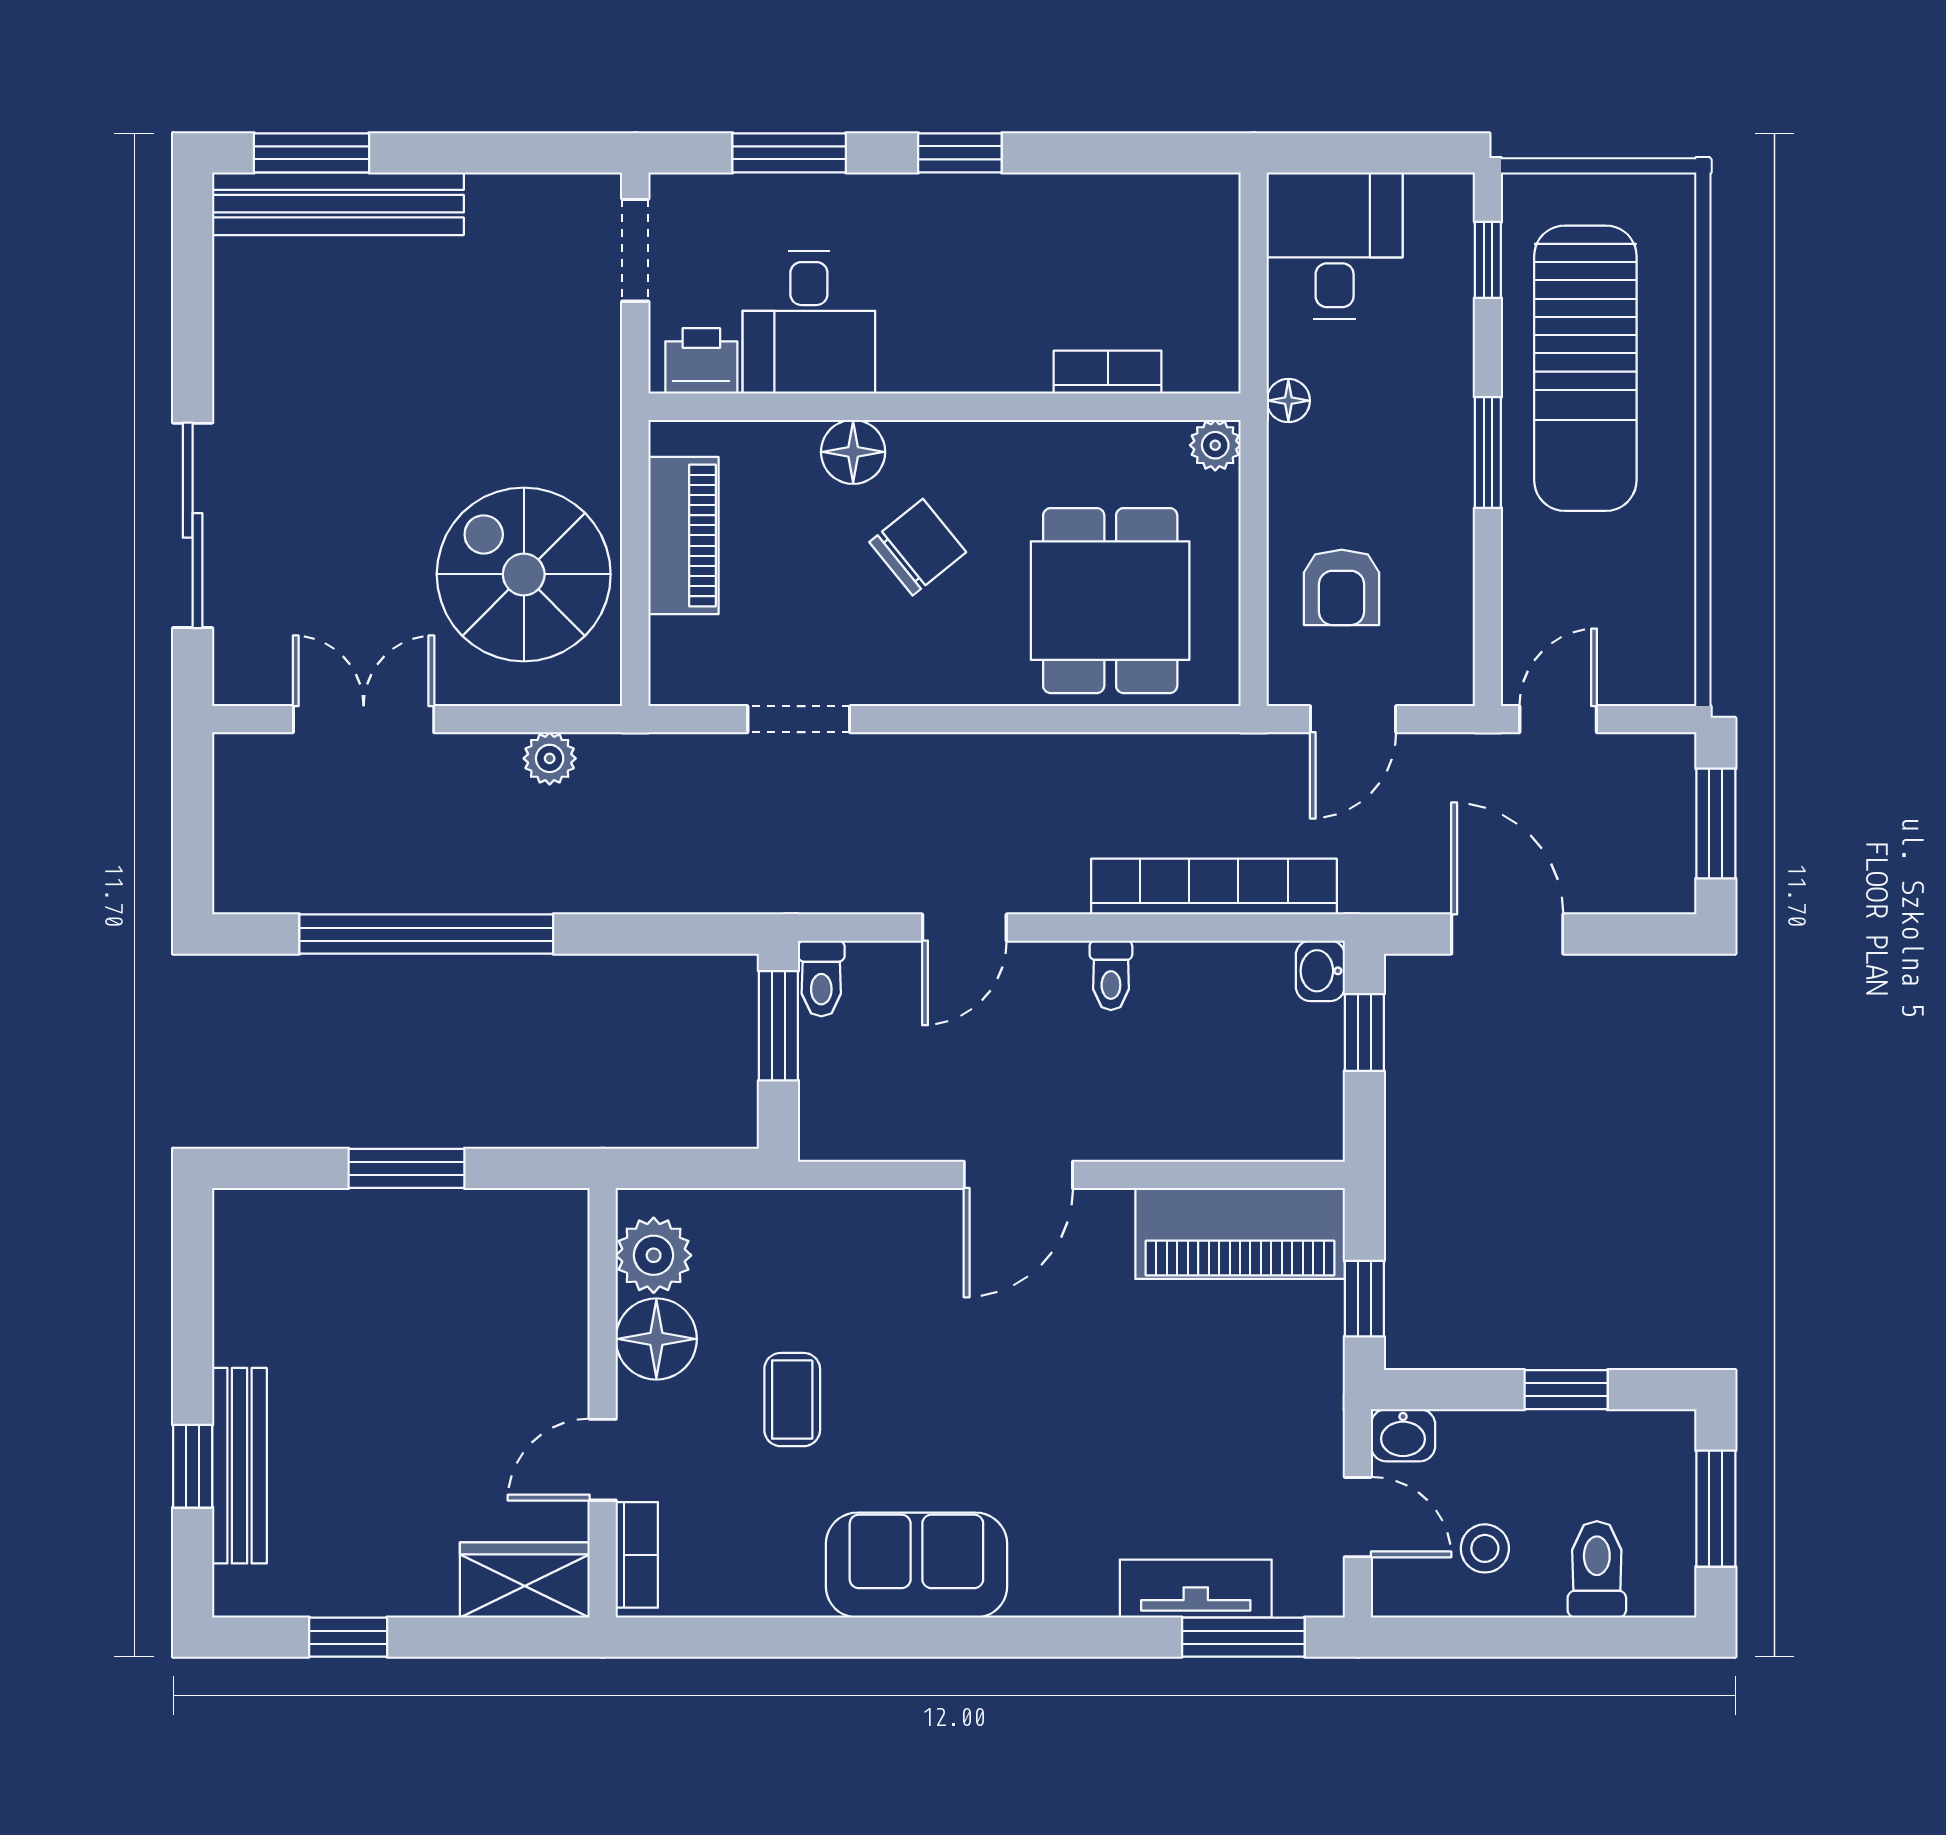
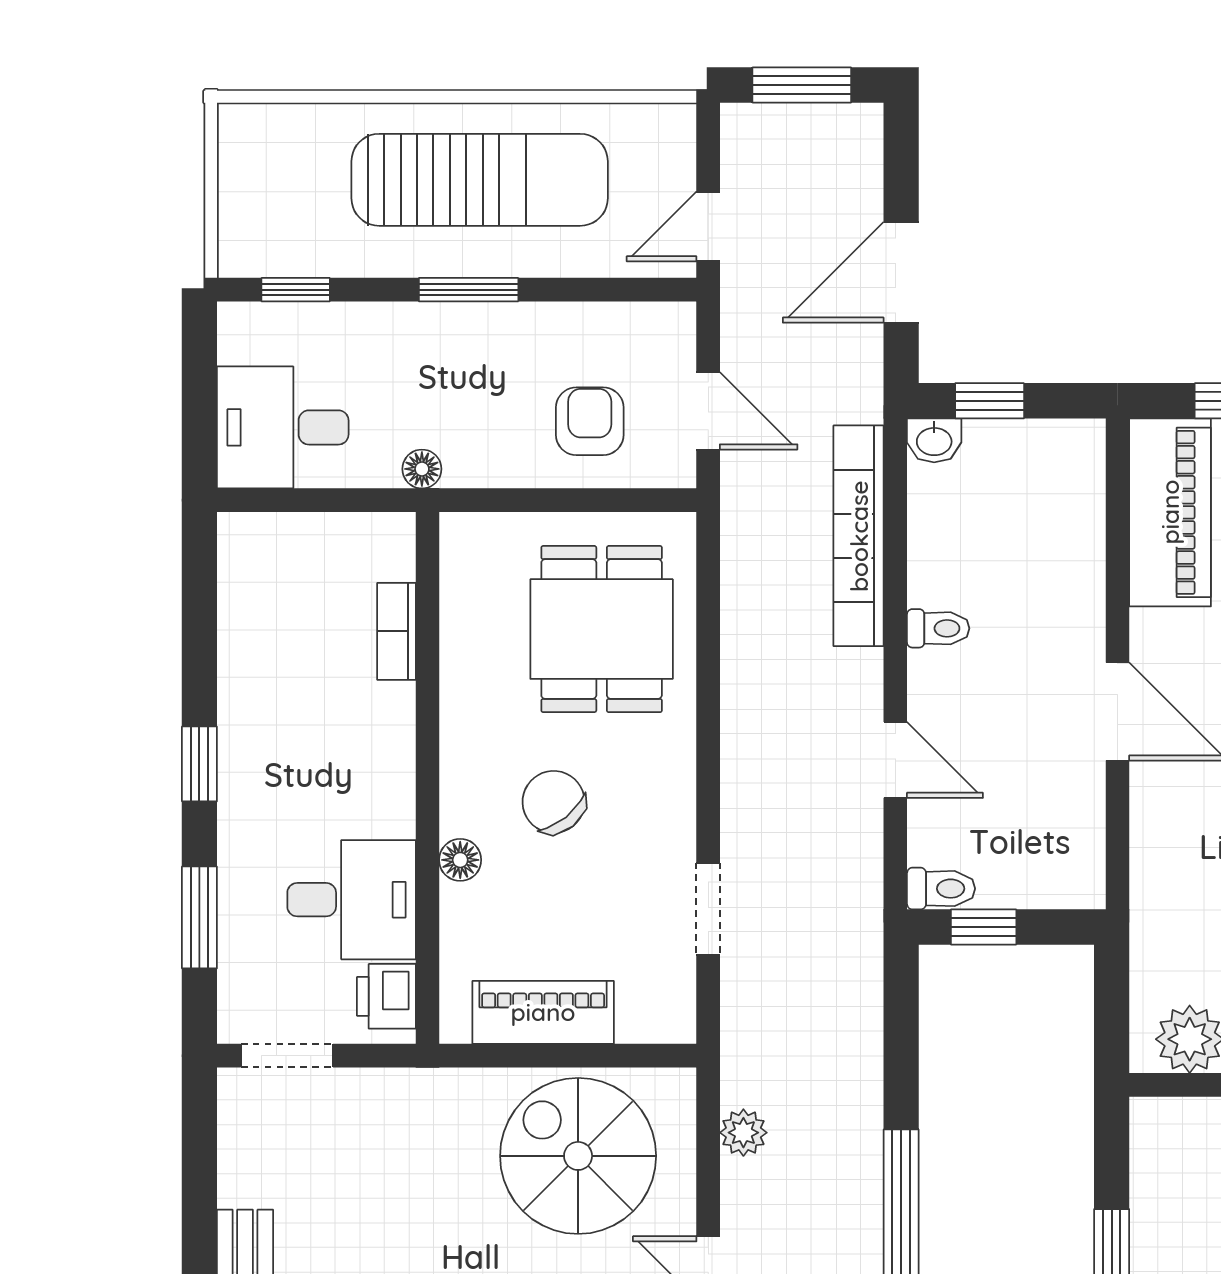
sun lounger: (1585, 368) -> (480, 180), moved
plant: (1215, 445) -> (462, 535), removed
floor lamp: (853, 452) -> (460, 860), width x0.73, depth x0.73
spiral stairs: (524, 574) -> (578, 1156), turned 90
armchair: (1342, 587) -> (590, 421), turned -90
dining table: (1110, 601) -> (602, 629), turned 90
door: (1558, 719) -> (708, 227), hinge flipped
window: (778, 1026) -> (984, 927), width x0.67

